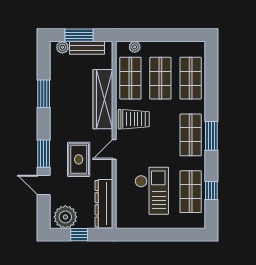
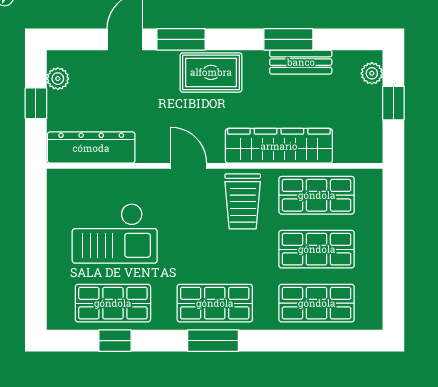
window: (79, 35) -> (393, 103), width x0.67
plant: (135, 47) -> (373, 203), removed
bench: (87, 48) -> (301, 62), moved, turned 90
rug: (79, 159) -> (211, 72), moved
plant: (65, 217) -> (58, 79), width x0.53, depth x0.53

